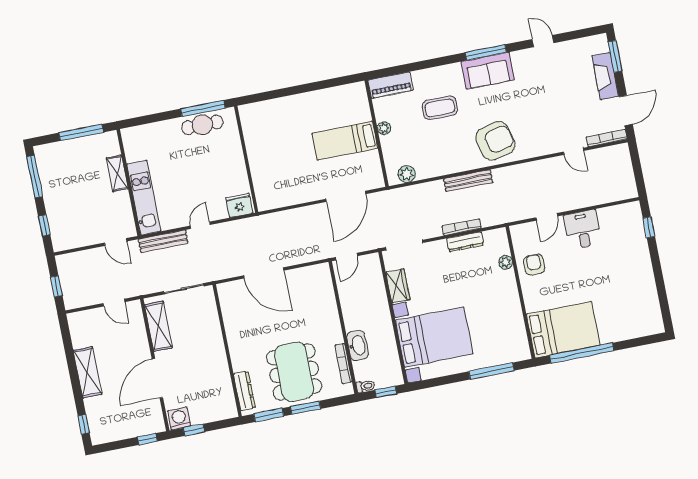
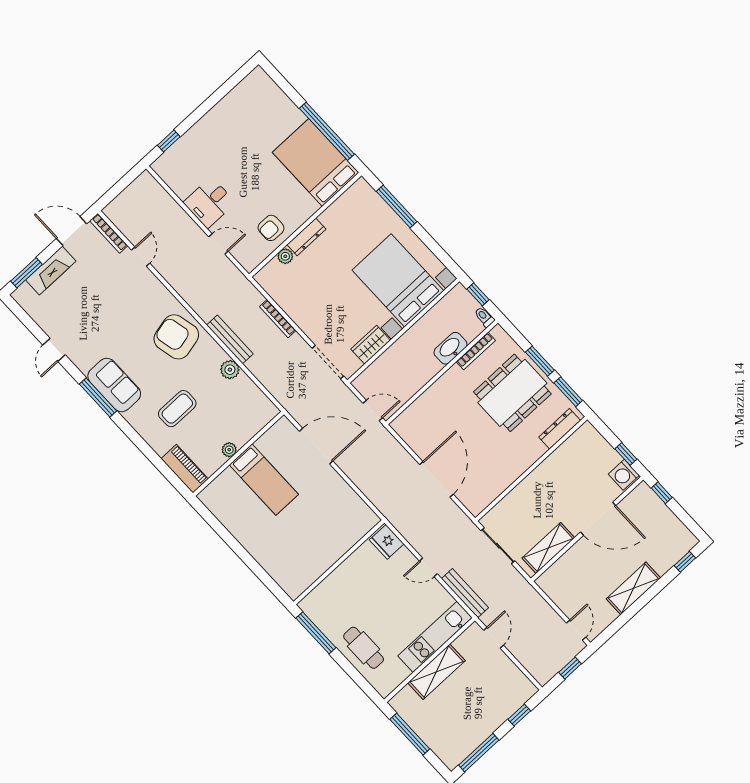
coffee table: (440, 108) -> (177, 409), turned 90
cafe table: (202, 125) -> (364, 648), moved
shelving: (117, 173) -> (436, 672), width x1.50, depth x1.33
plant: (407, 174) -> (230, 370), moved
dresser: (465, 242) -> (306, 237), moved, turned 90
door: (114, 303) -> (576, 630), moved

